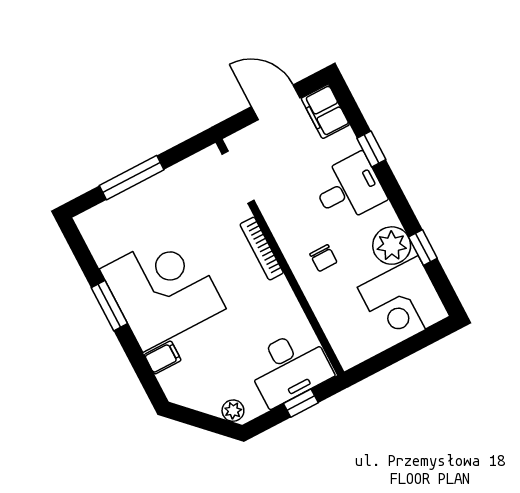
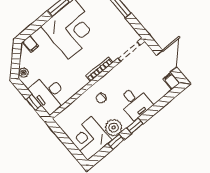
filing cabinet: (325, 111) -> (171, 81), width x0.50
window: (371, 149) -> (135, 126), moved
filing cabinet: (163, 357) -> (30, 44), moved

